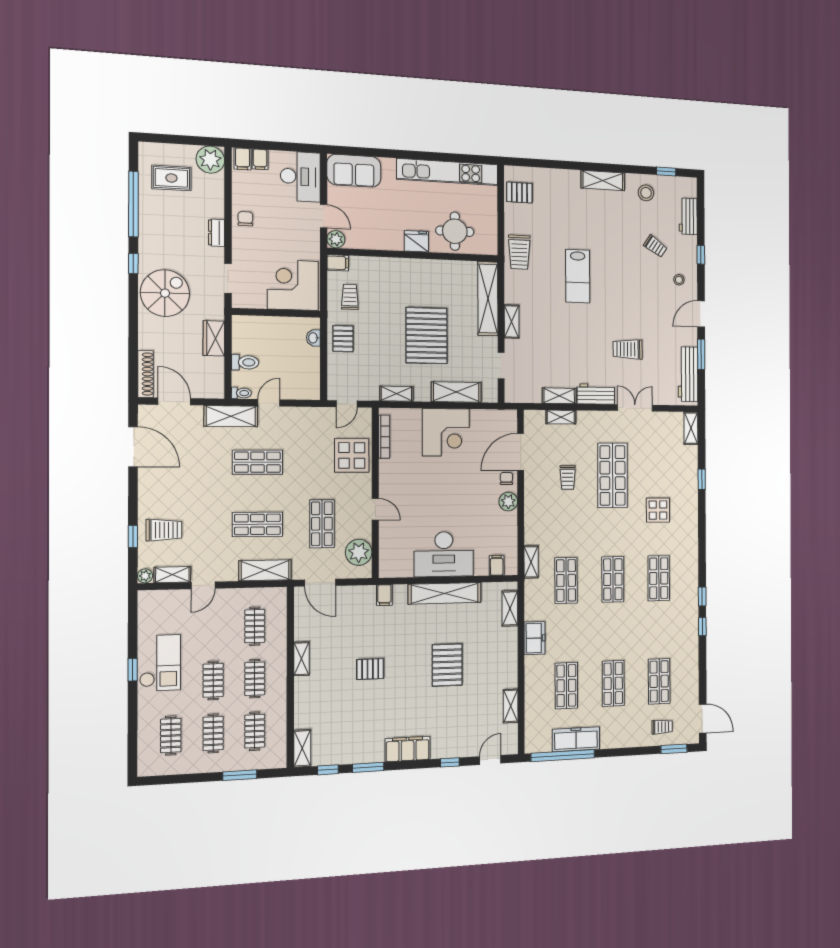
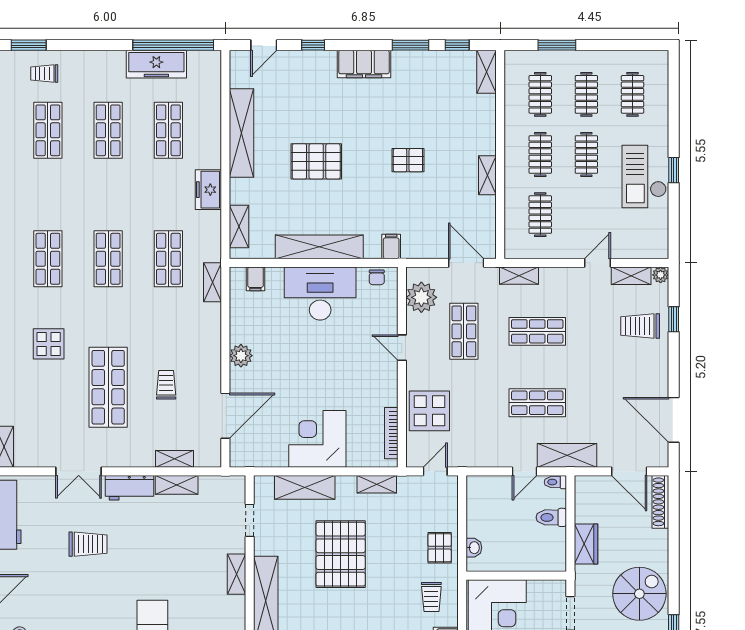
spiral stairs: (165, 293) -> (639, 594), turned 180
chair: (506, 478) -> (377, 277), moved
shelving: (265, 570) -> (519, 276), width x0.67, depth x0.75
pallet: (447, 665) -> (316, 161), turned 90
shelving: (511, 706) -> (242, 133), width x2.20, depth x1.33

